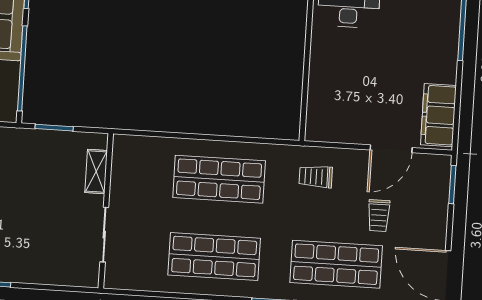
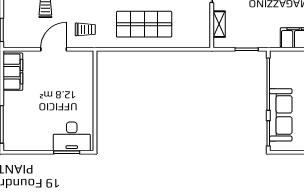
door: (391, 149) -> (54, 49), moved

